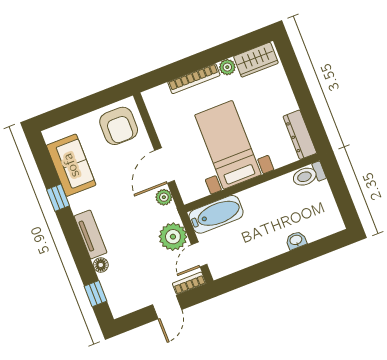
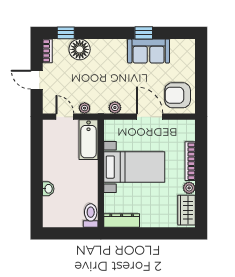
sofa: (71, 165) -> (149, 51), moved
door: (165, 166) -> (150, 117), moved
tv unit: (90, 234) -> (109, 46), removed
plant: (173, 237) -> (85, 108), width x0.53, depth x0.53
floor lamp: (101, 265) -> (80, 49), width x1.89, depth x1.89
bookcase: (189, 283) -> (47, 51), moved

